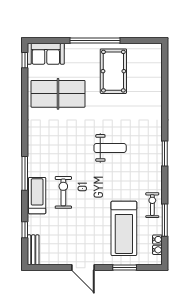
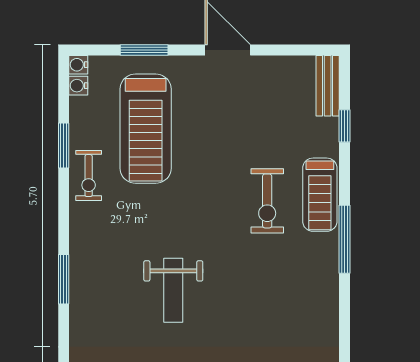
weight bench: (110, 148) -> (173, 290), turned -90
window: (165, 220) -> (64, 145), width x0.69
treadmill: (124, 228) -> (146, 129), turned 180
water cooler: (157, 239) -> (78, 65), moved

